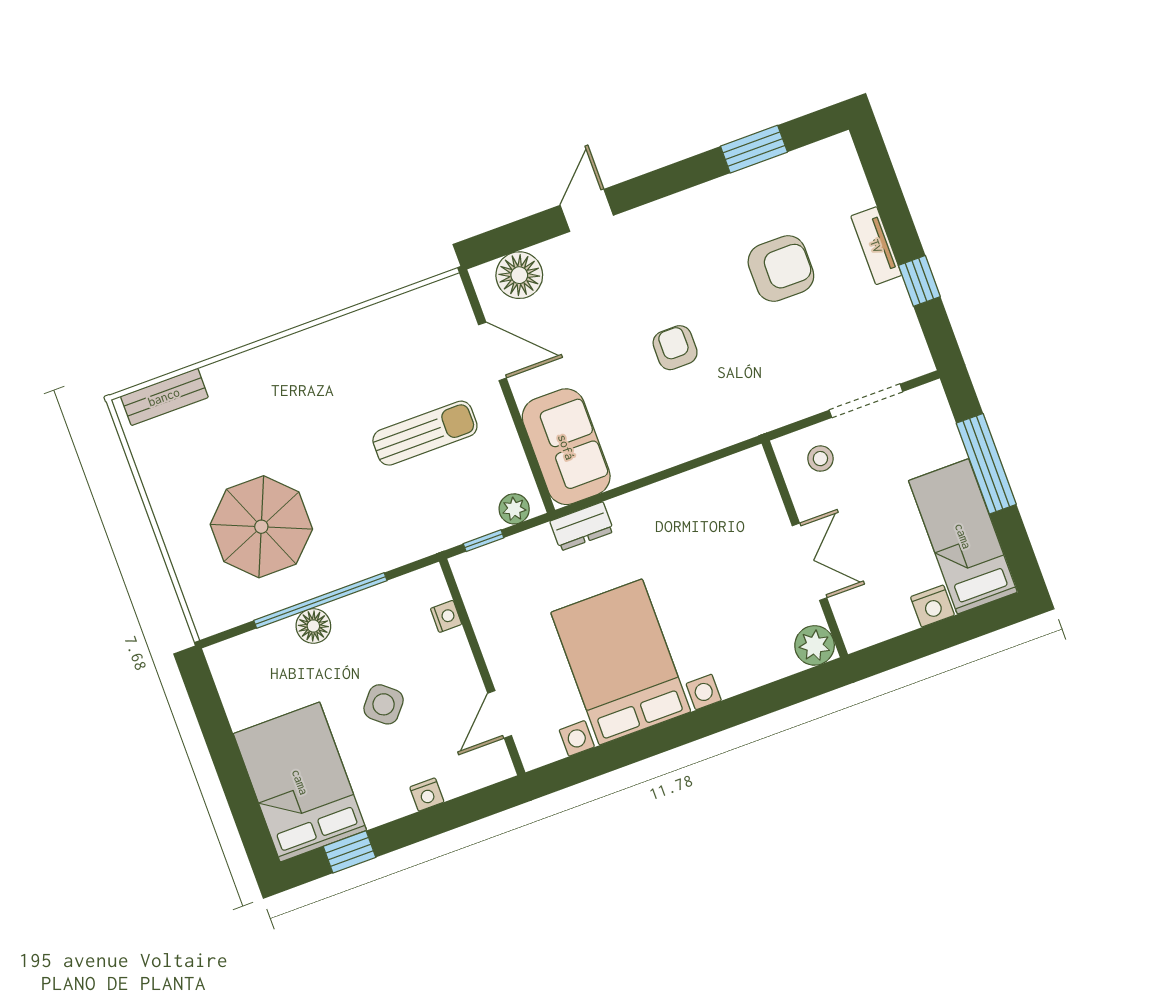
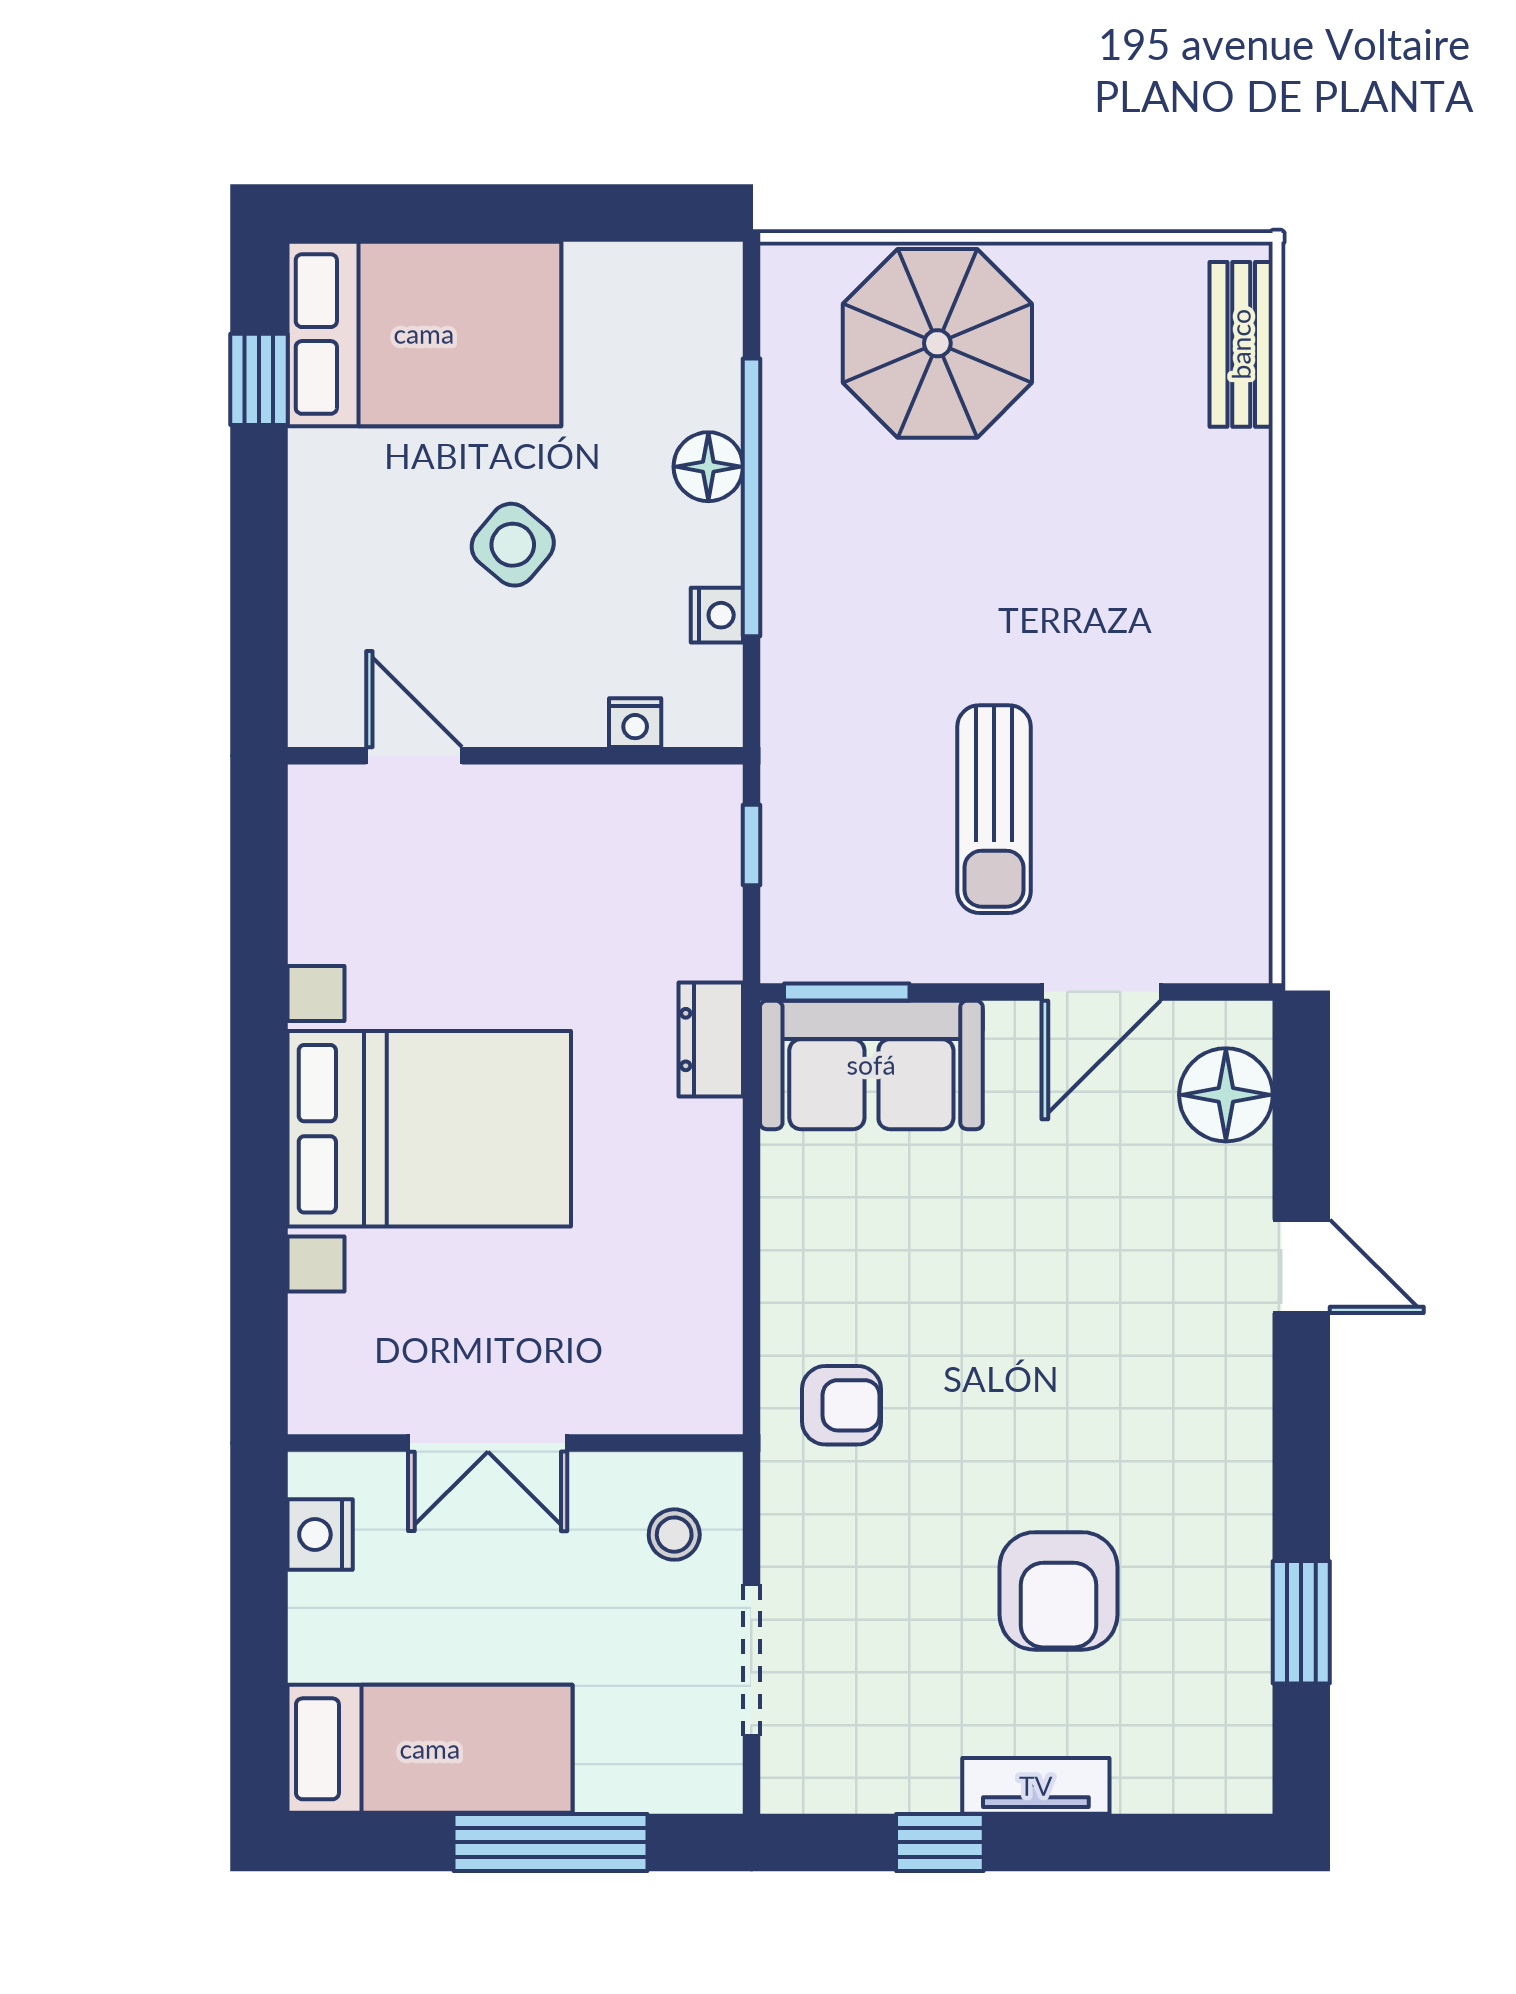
armchair: (675, 348) -> (842, 1405), moved
window: (536, 471) -> (847, 992), added
plant: (514, 509) -> (790, 924), removed
parasol: (261, 527) -> (937, 343), moved
nightstand: (932, 606) -> (320, 1535), moved
plant: (815, 645) -> (327, 1395), removed
bed with nightstands: (621, 662) -> (429, 1129), moved
nightstand: (427, 795) -> (717, 615), moved, turned 180

